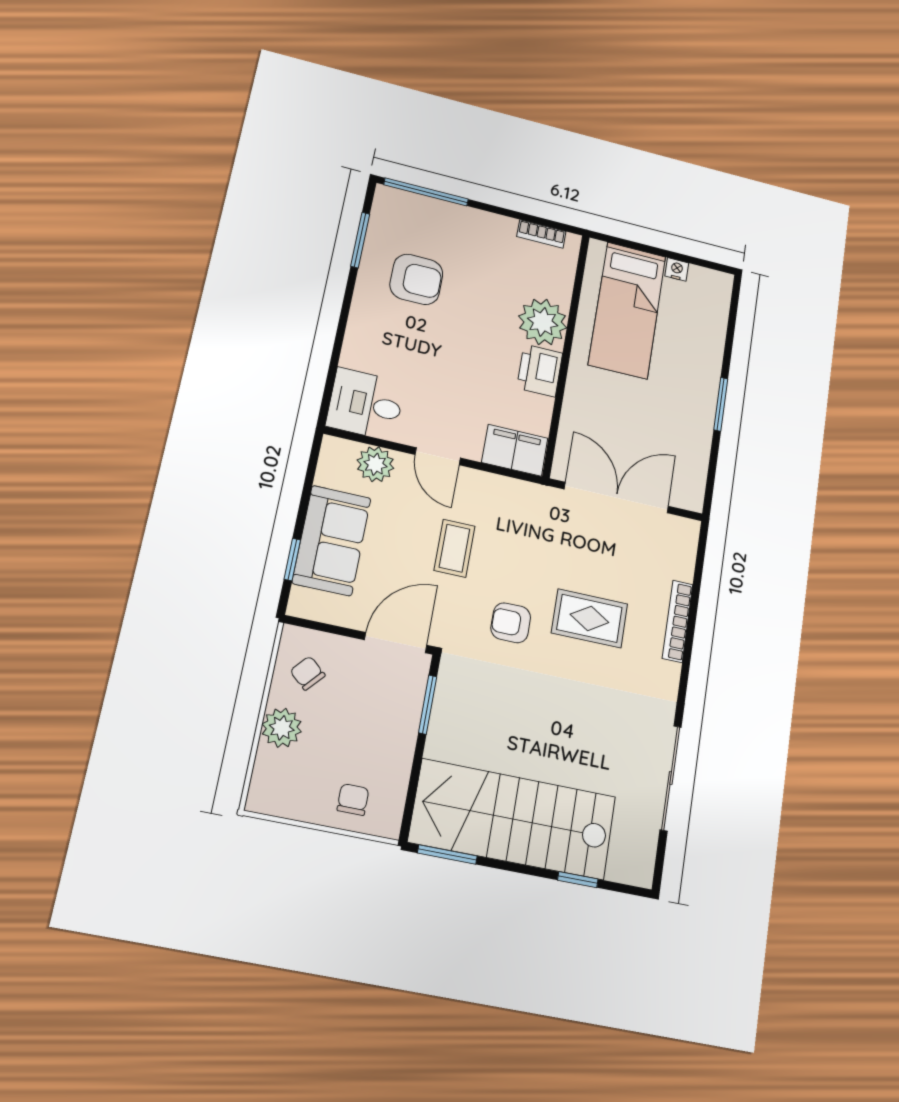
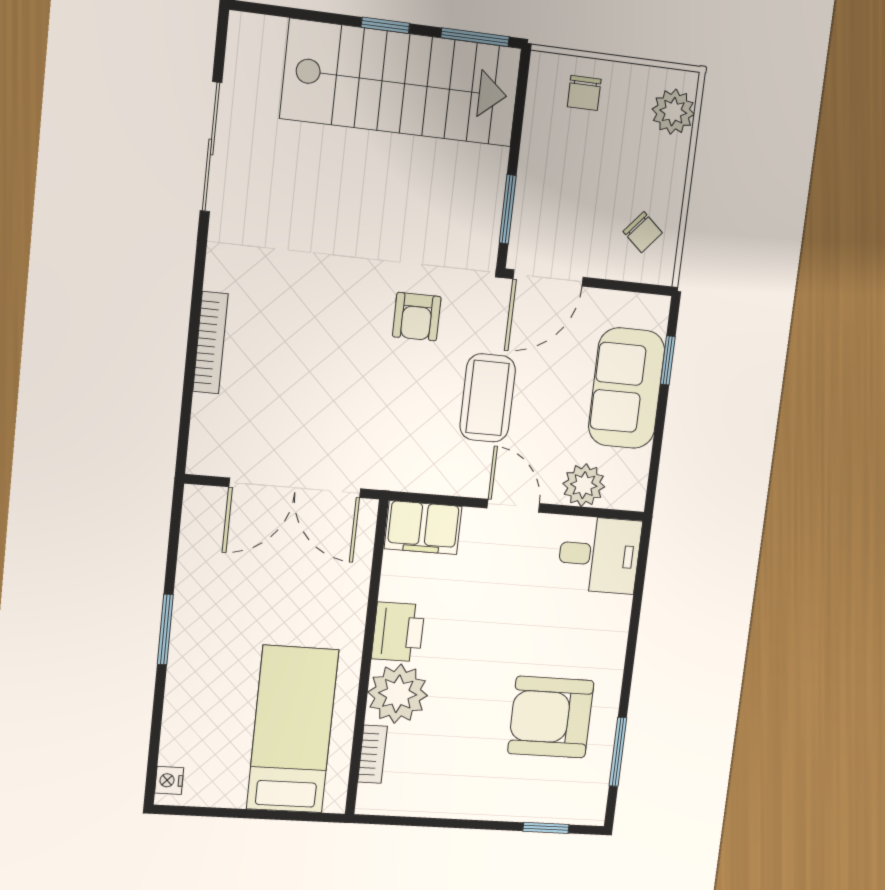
window: (426, 192) -> (546, 828), width x0.46
bookcase: (541, 234) -> (372, 754), moved, turned 90
nightstand: (677, 269) -> (169, 780), moved, turned 90
armchair: (416, 279) -> (551, 717), width x1.36, depth x1.36
coffee table: (455, 548) -> (488, 398), width x1.36, depth x1.30
rug: (589, 618) -> (322, 333), removed
armchair: (511, 623) -> (417, 317), turned 90
plant: (282, 728) -> (673, 112), moved
window: (578, 880) -> (385, 25), moved

